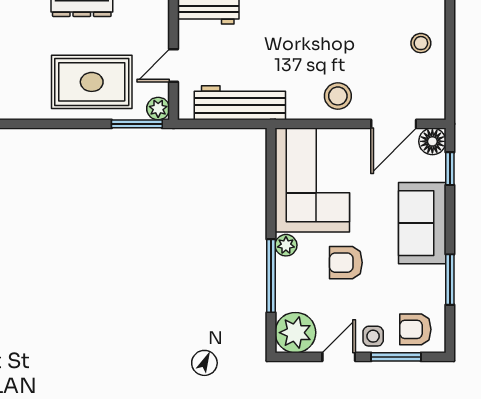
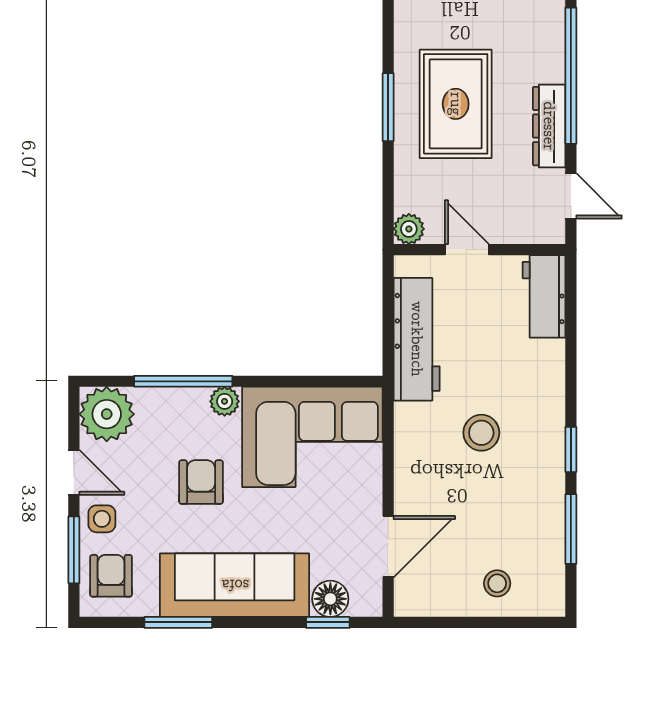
rug: (92, 82) -> (456, 104), moved
stool: (338, 96) -> (481, 433), moved
window: (137, 124) -> (388, 107), moved
door: (394, 124) -> (388, 547), swing flipped
floor lamp: (432, 141) -> (330, 599), moved
sofa: (422, 223) -> (235, 585), width x1.36

